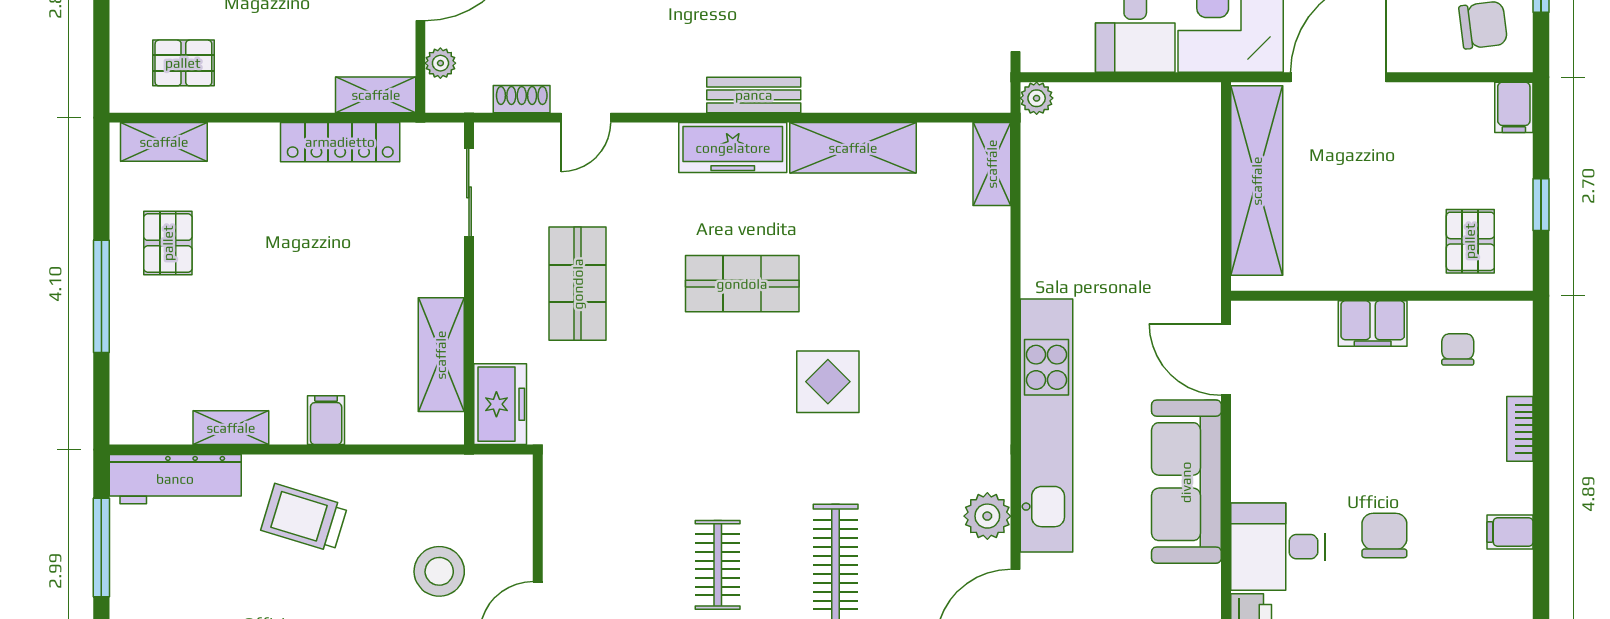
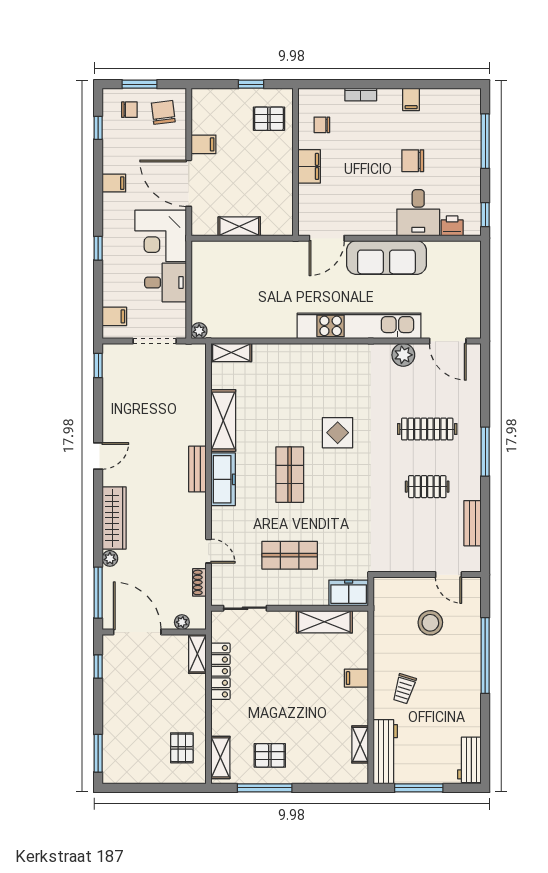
filing cabinet: (1514, 107) -> (203, 144), moved
shelving: (1257, 181) -> (239, 226), width x0.45, depth x0.75
window: (101, 296) -> (265, 788), moved
shelving: (231, 428) -> (360, 744), moved
trolley: (304, 518) -> (404, 689), width x0.73, depth x0.72

